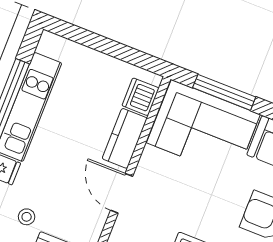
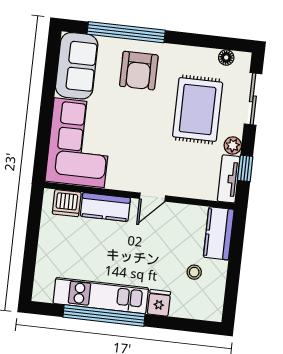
window: (224, 92) -> (44, 133), removed
door: (122, 193) -> (153, 197), width x0.73

